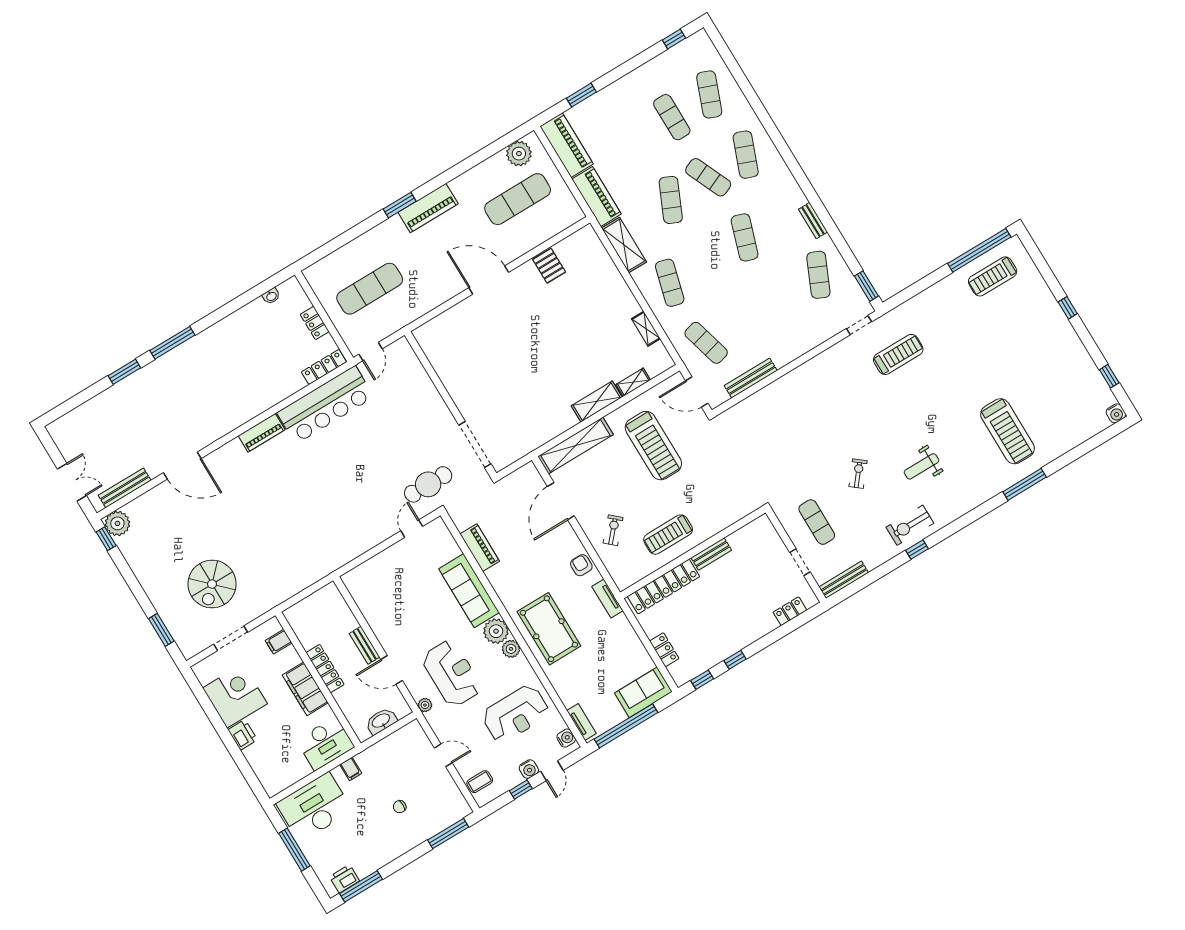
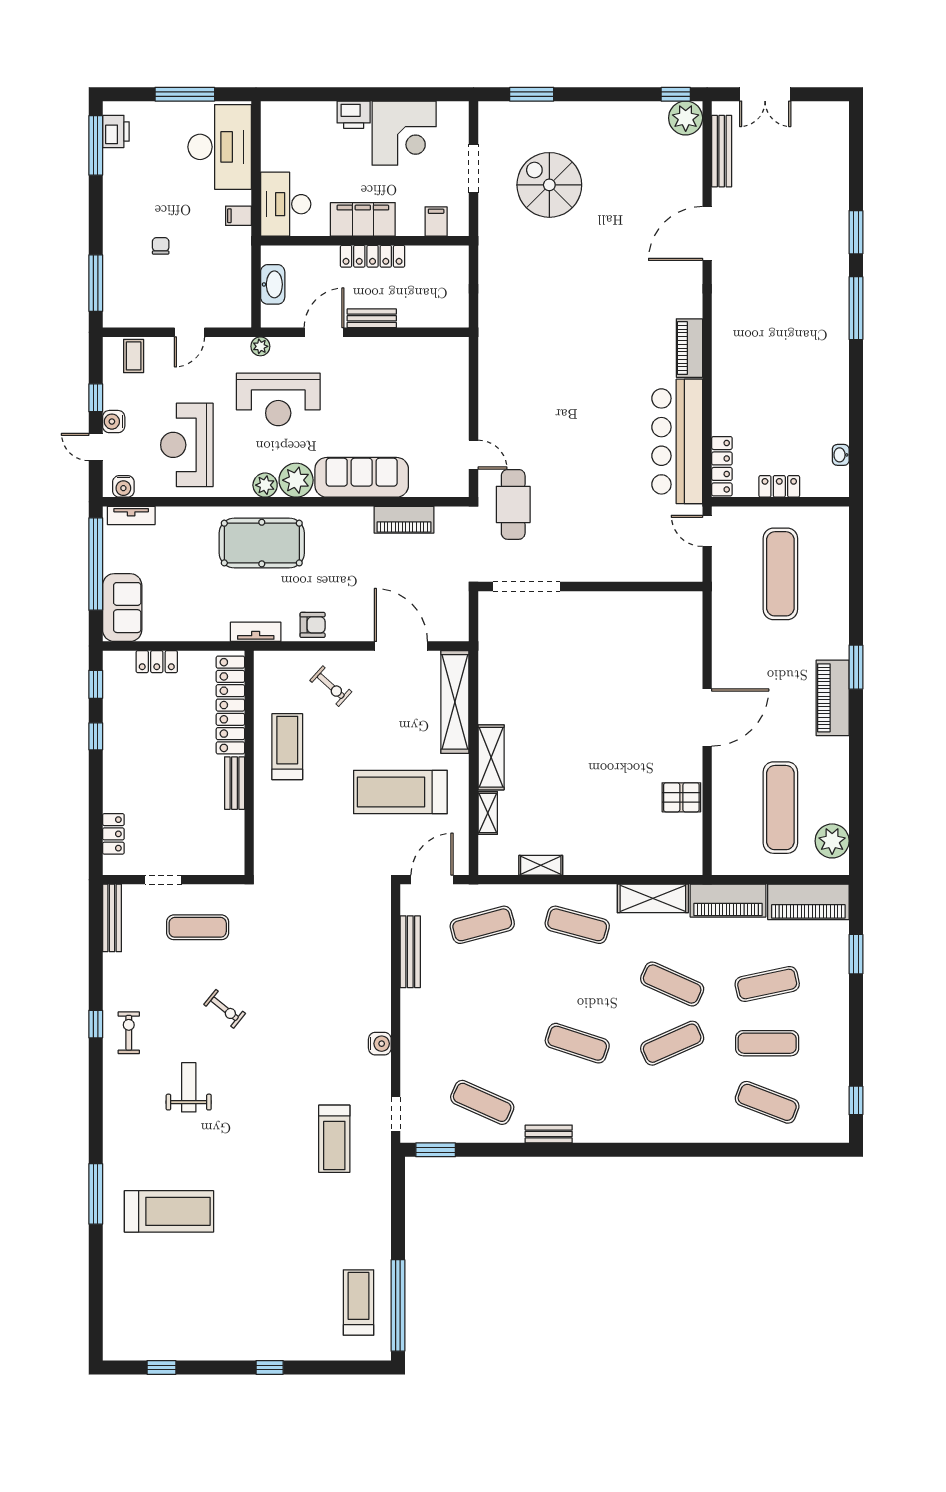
exercise mat: (746, 155) -> (767, 984), moved, turned -33
water cooler: (1116, 413) -> (380, 1044), moved, turned 180
treadmill: (1008, 431) -> (169, 1211), turned 180
exercise bike: (910, 525) -> (129, 1033), width x0.73, depth x0.72

